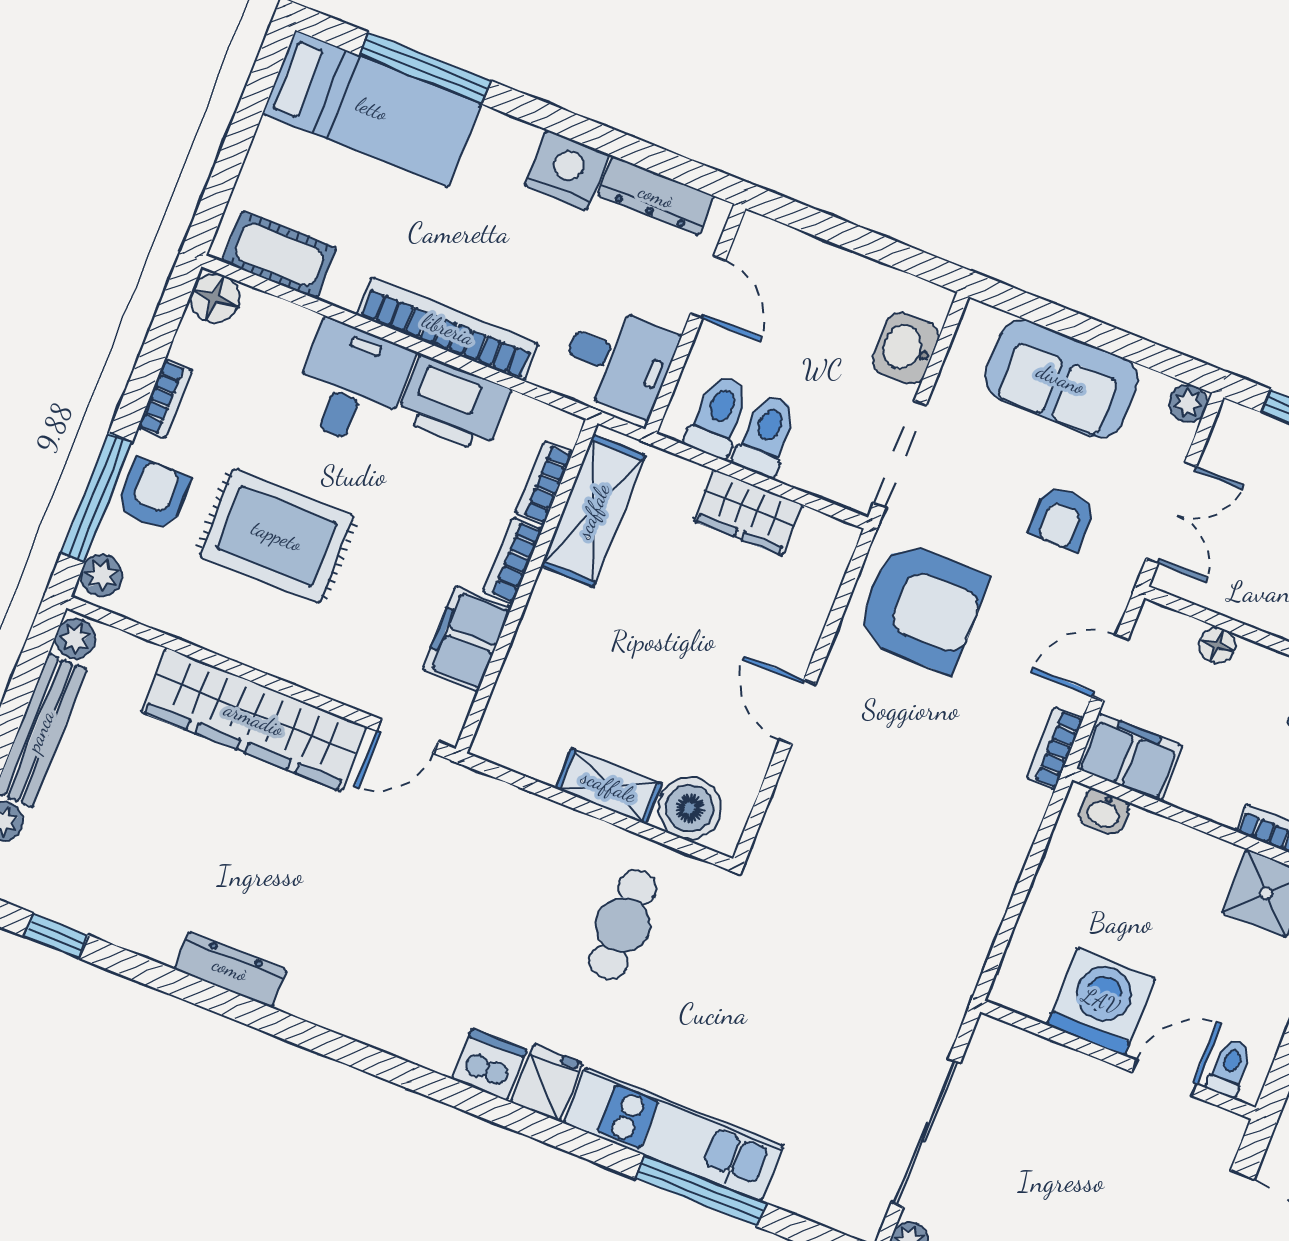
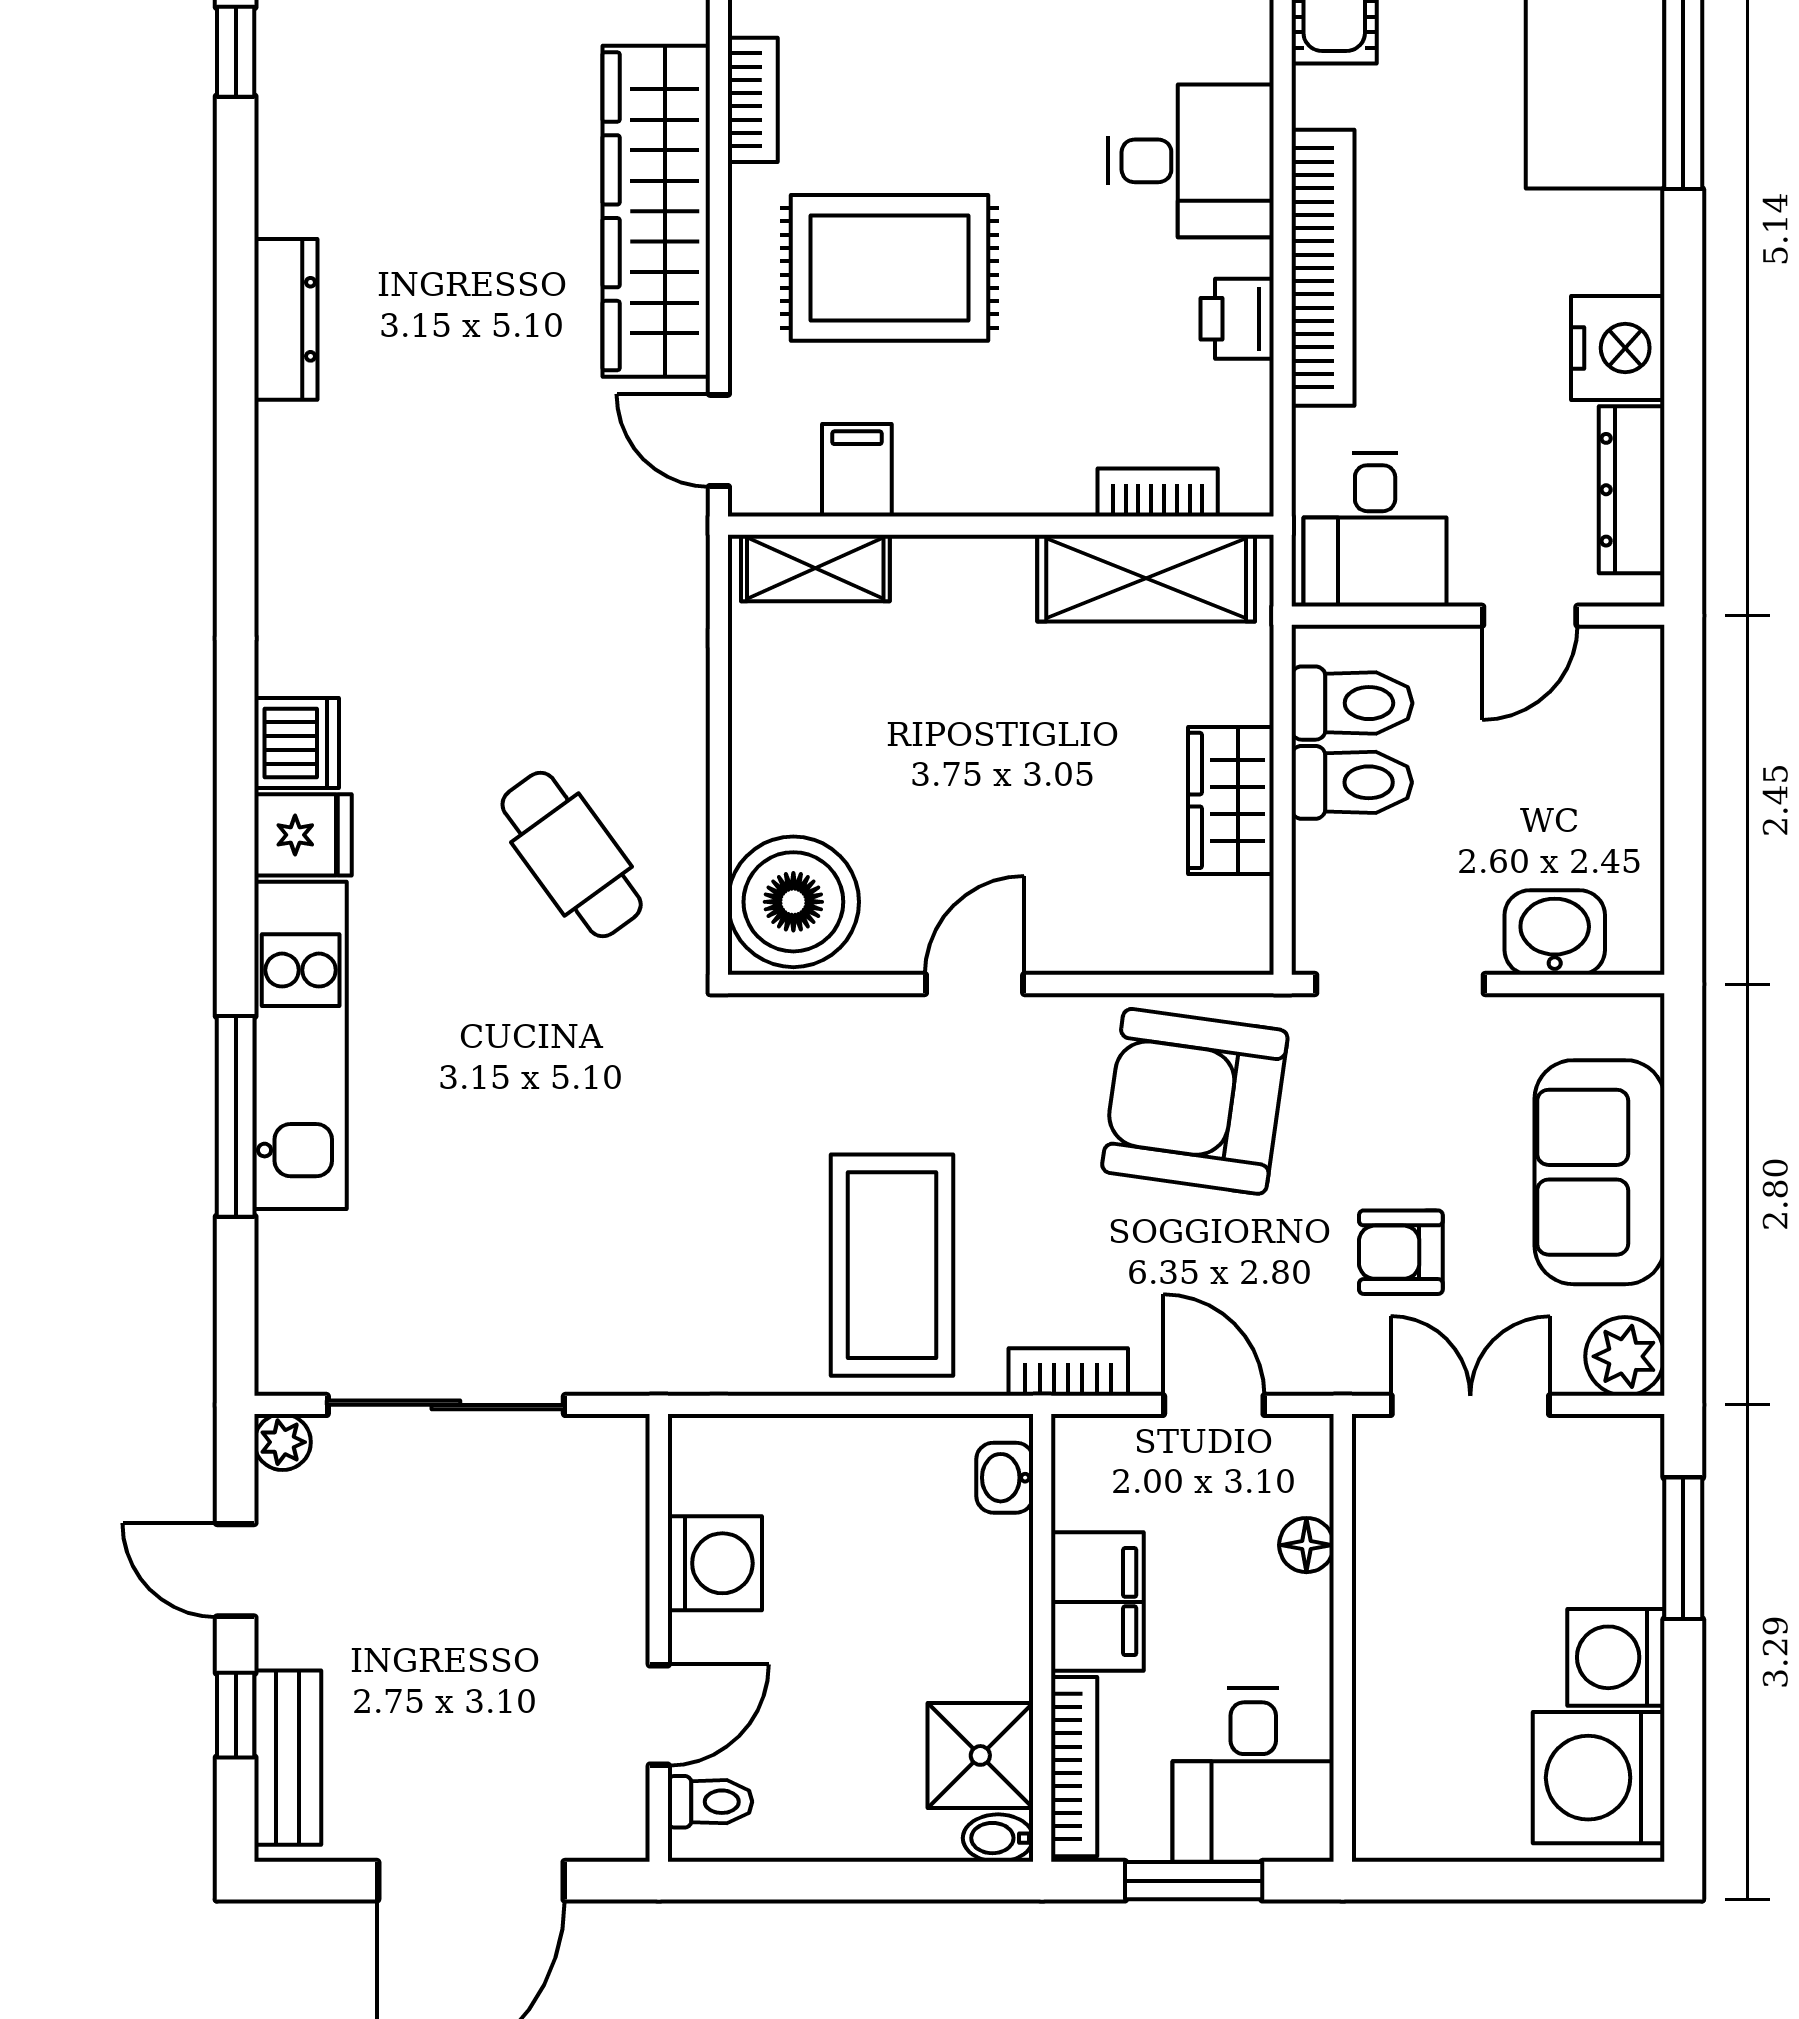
plant: (1188, 403) -> (1625, 1356), width x1.38, depth x1.38
printer: (454, 404) -> (1237, 319), width x0.53, depth x0.68
double door: (1171, 513) -> (1470, 1405), swing flipped
rug: (277, 536) -> (890, 268), moved, turned 90
bookcase: (513, 561) -> (753, 100), moved, turned 90
armchair: (922, 607) -> (1195, 1101), turned 98
filing cabinet: (467, 639) -> (857, 470), width x0.50
filing cabinet: (1129, 757) -> (1097, 1602), moved
shelving: (609, 786) -> (815, 568), moved, turned 90
boiler: (690, 808) -> (793, 902), width x1.37, depth x1.37
coffee table: (948, 829) -> (892, 1265), added
cafe table: (623, 925) -> (572, 855), turned 54
washing machine: (1101, 1001) -> (715, 1563), width x0.73, depth x0.73
door: (1165, 1078) -> (659, 1715), hinge flipped

